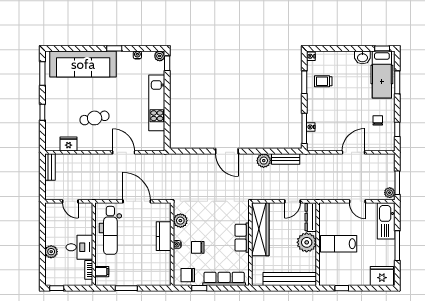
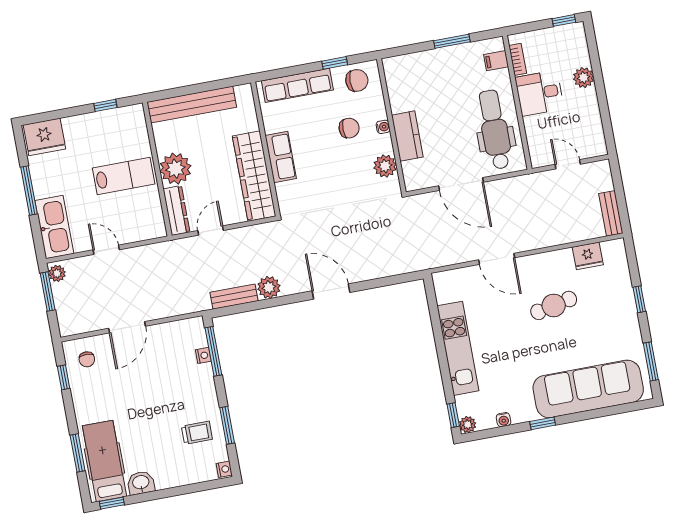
chair: (378, 120) -> (87, 359), moved

